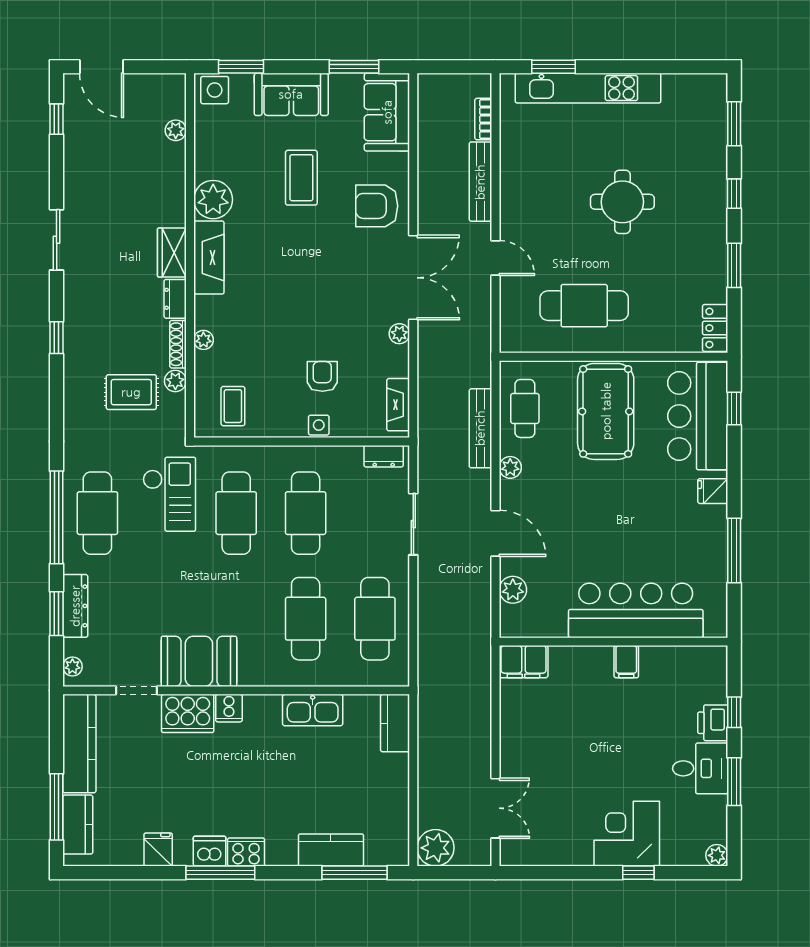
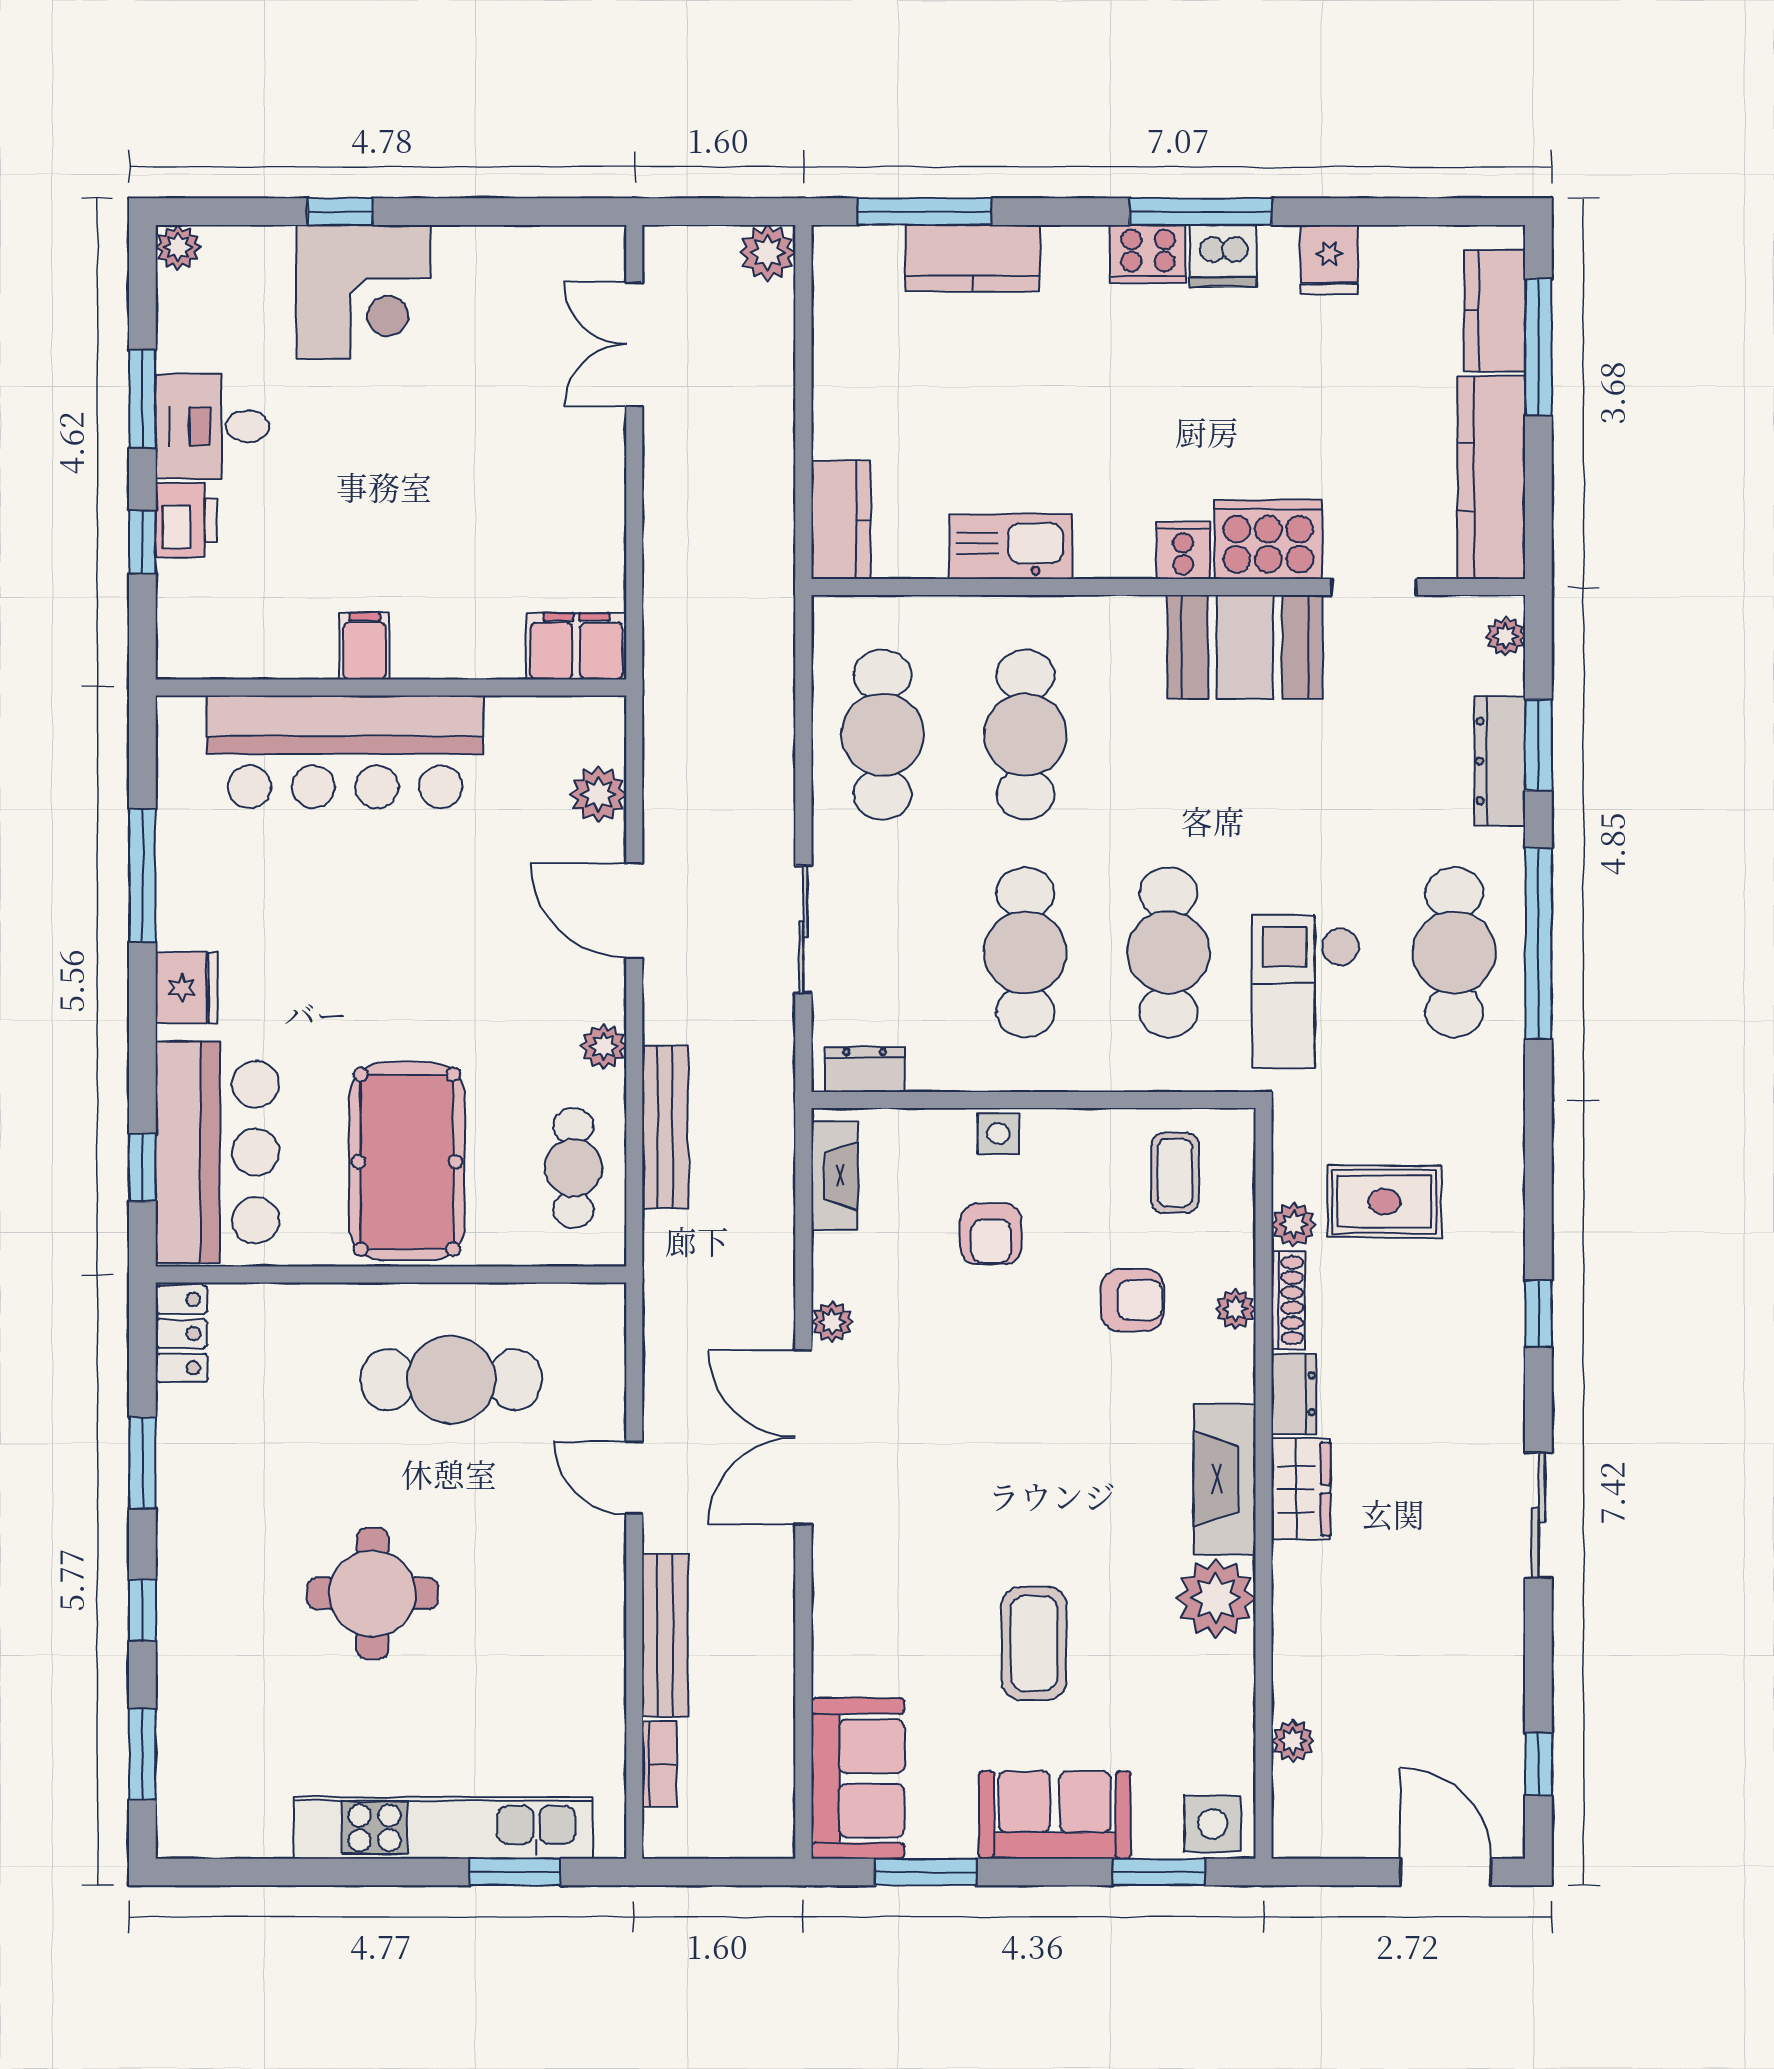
armchair: (377, 206) -> (1133, 1300), moved, width x0.72, depth x0.72
fridge: (713, 491) -> (186, 988), width x1.38
plant: (436, 848) -> (768, 253), width x0.73, depth x0.73

